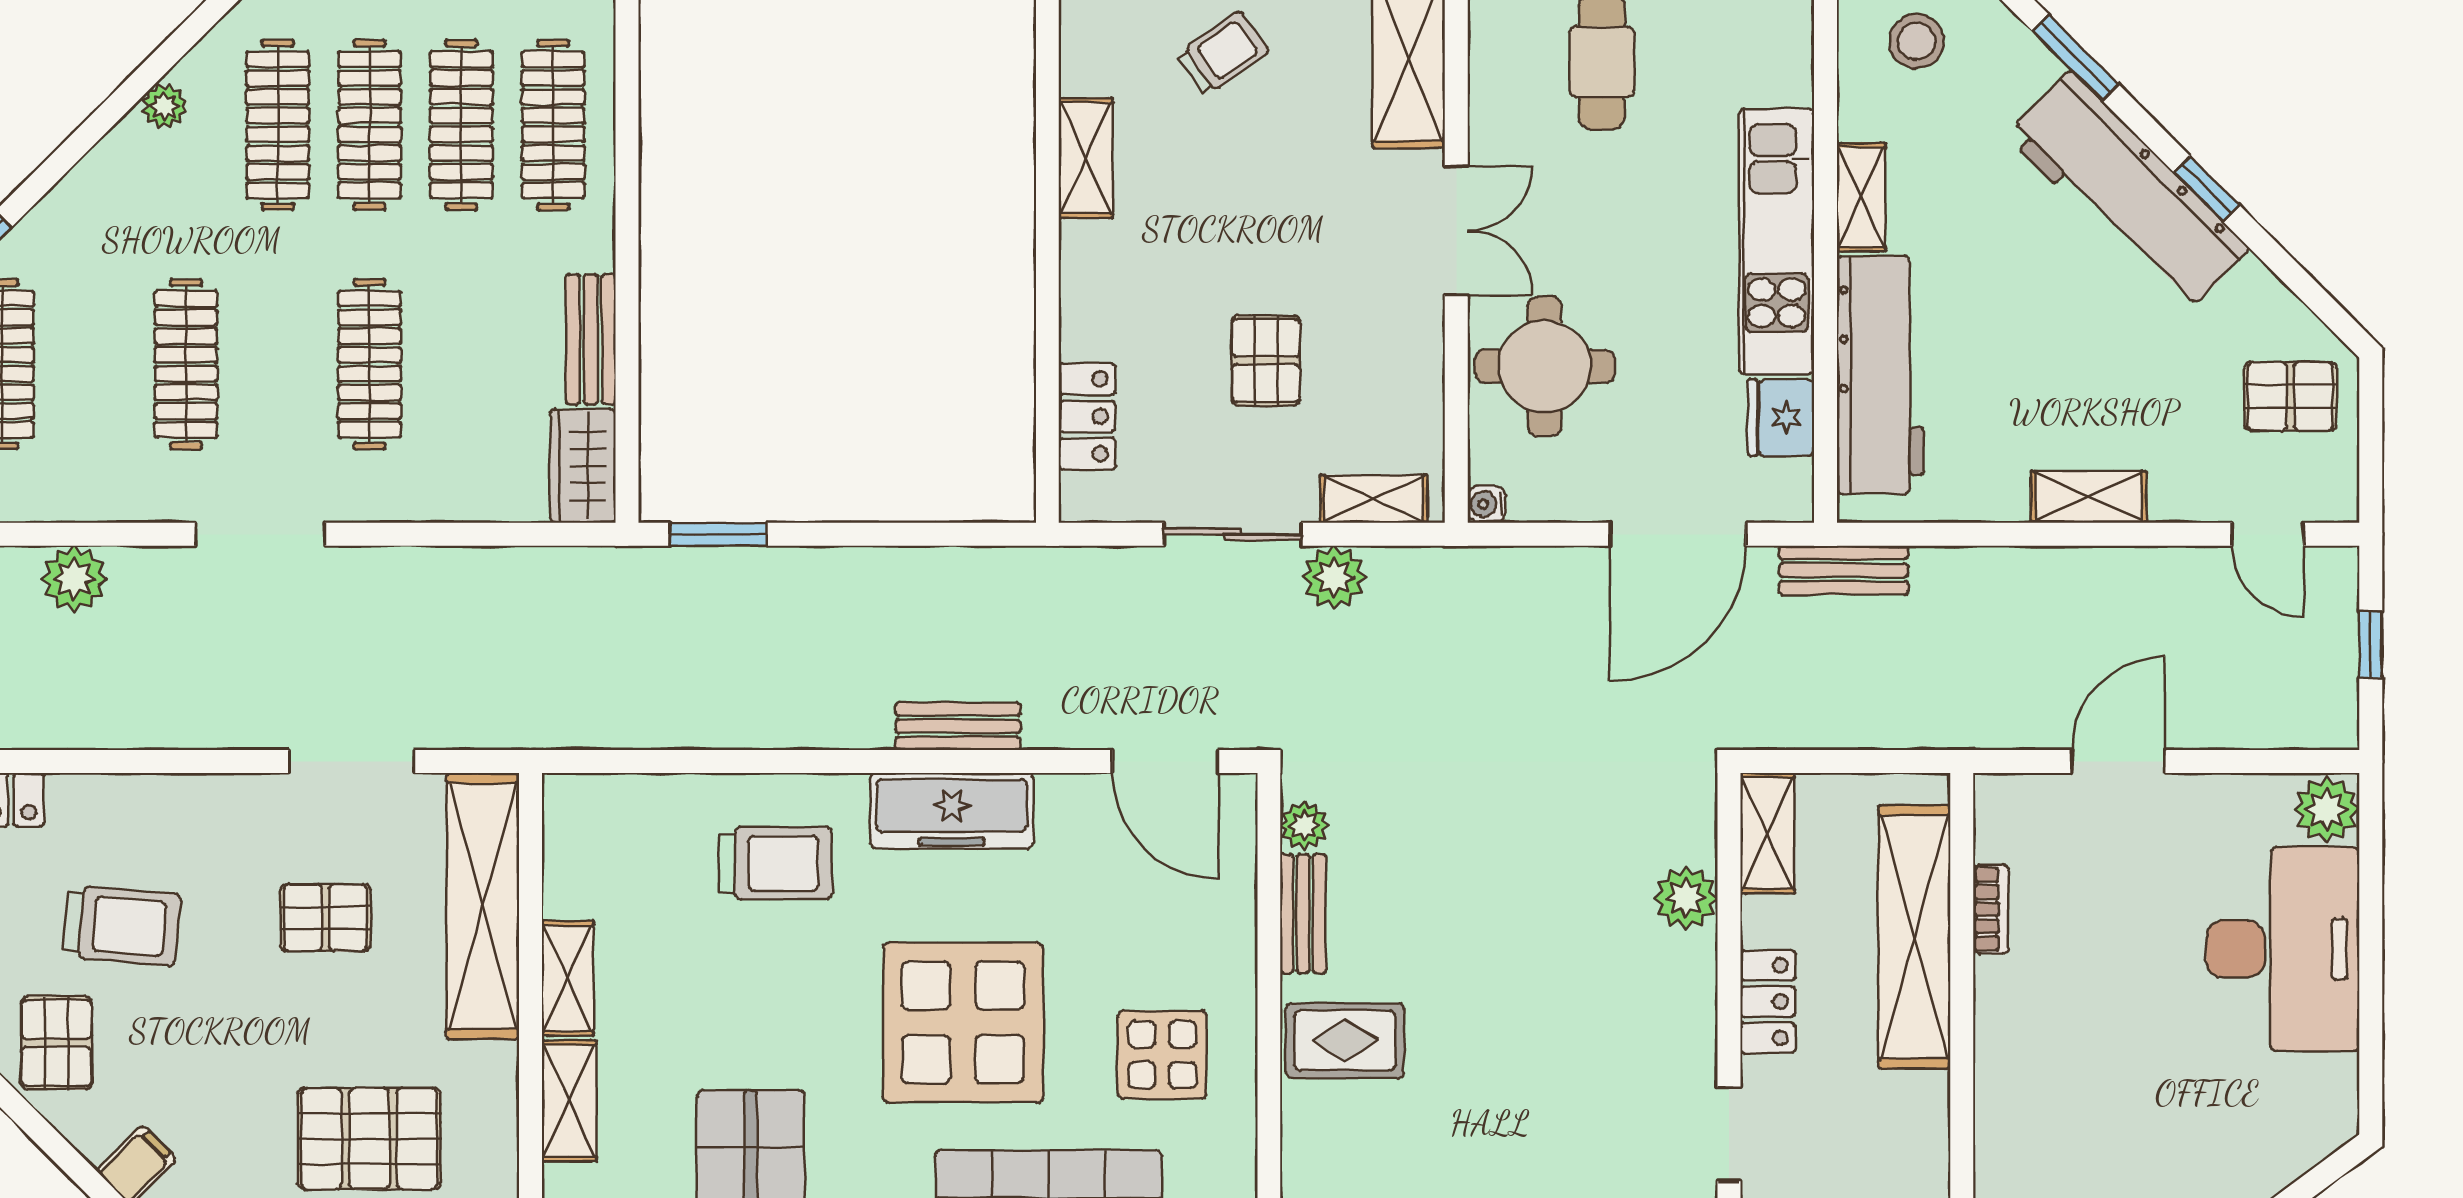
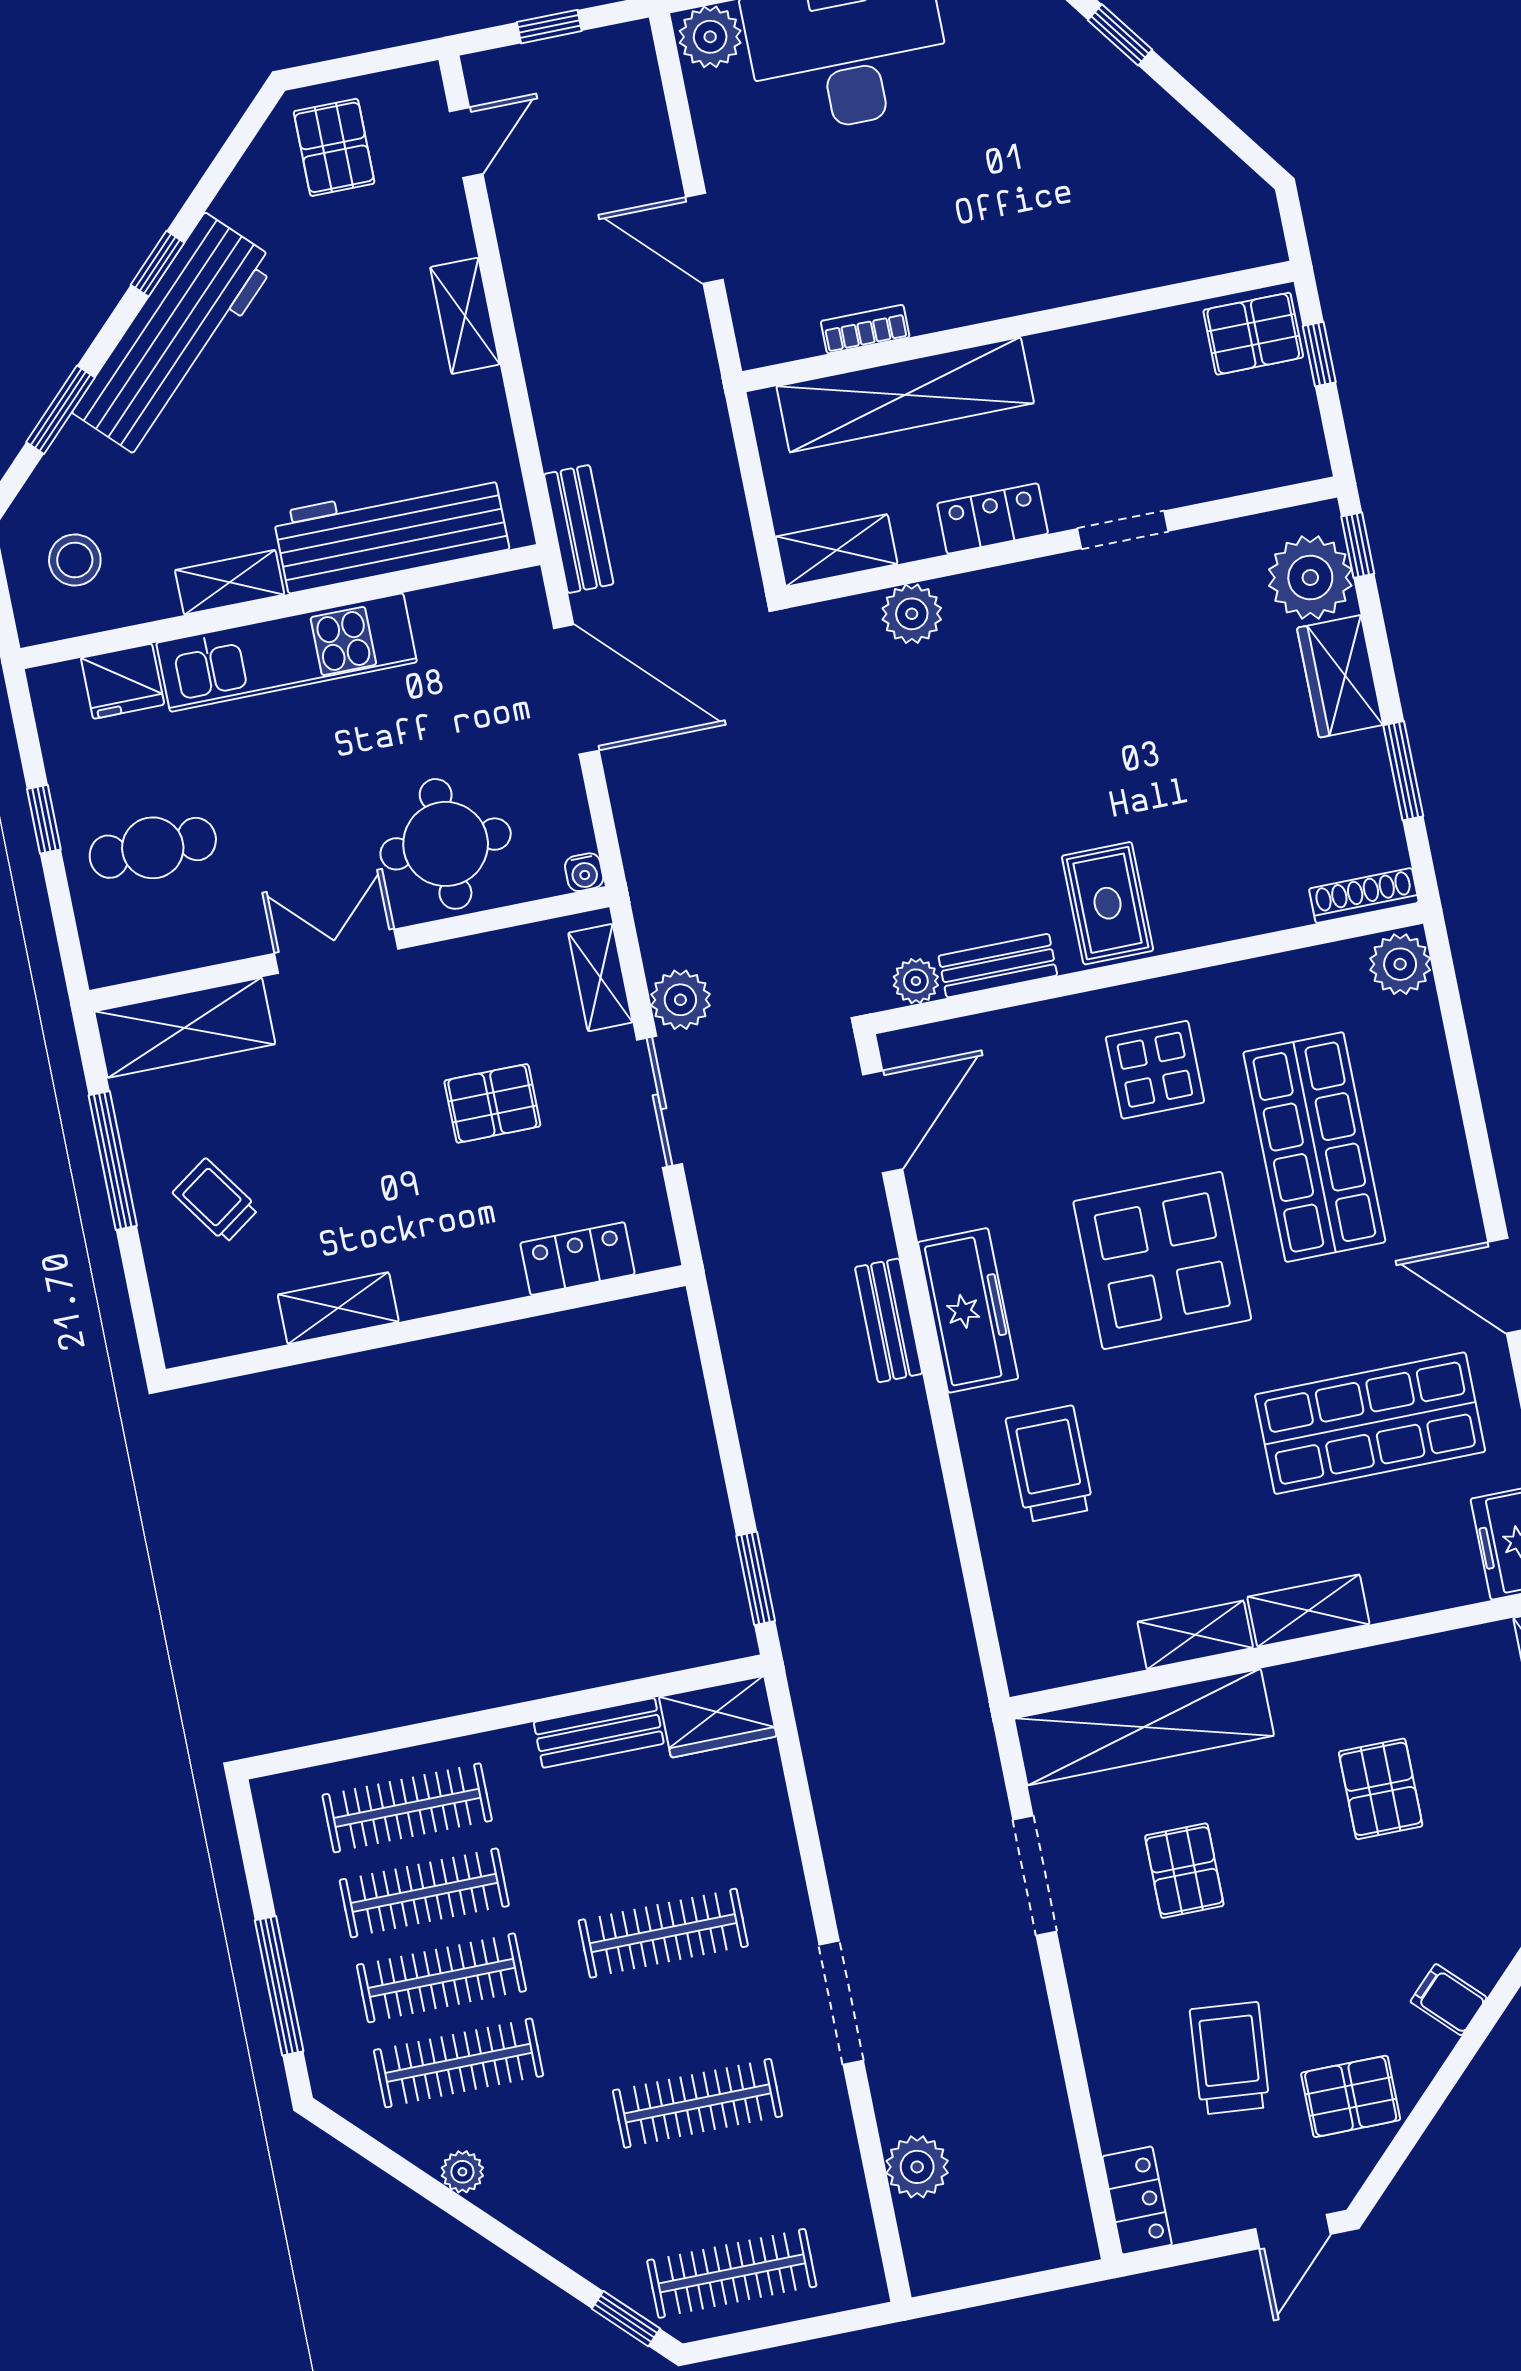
fridge: (1781, 418) -> (123, 681), moved
pallet: (369, 1138) -> (1381, 1789), width x0.67, depth x0.71

